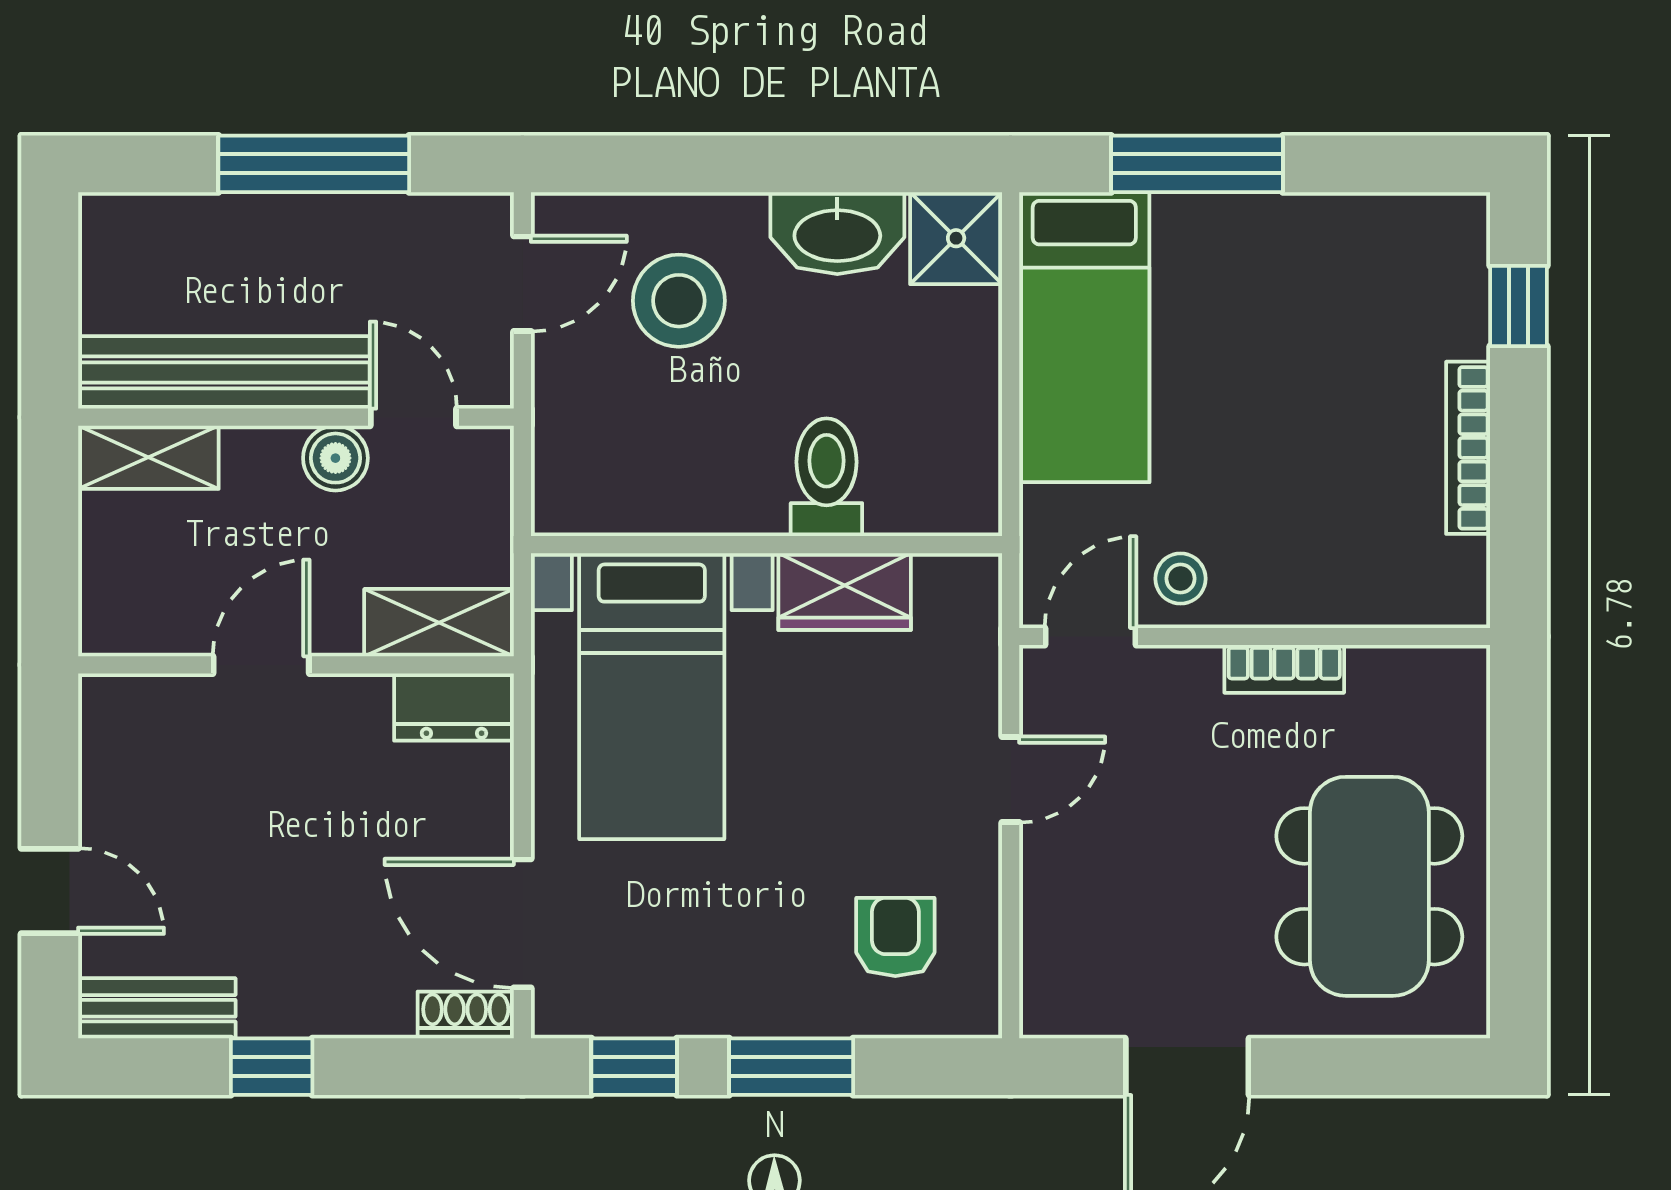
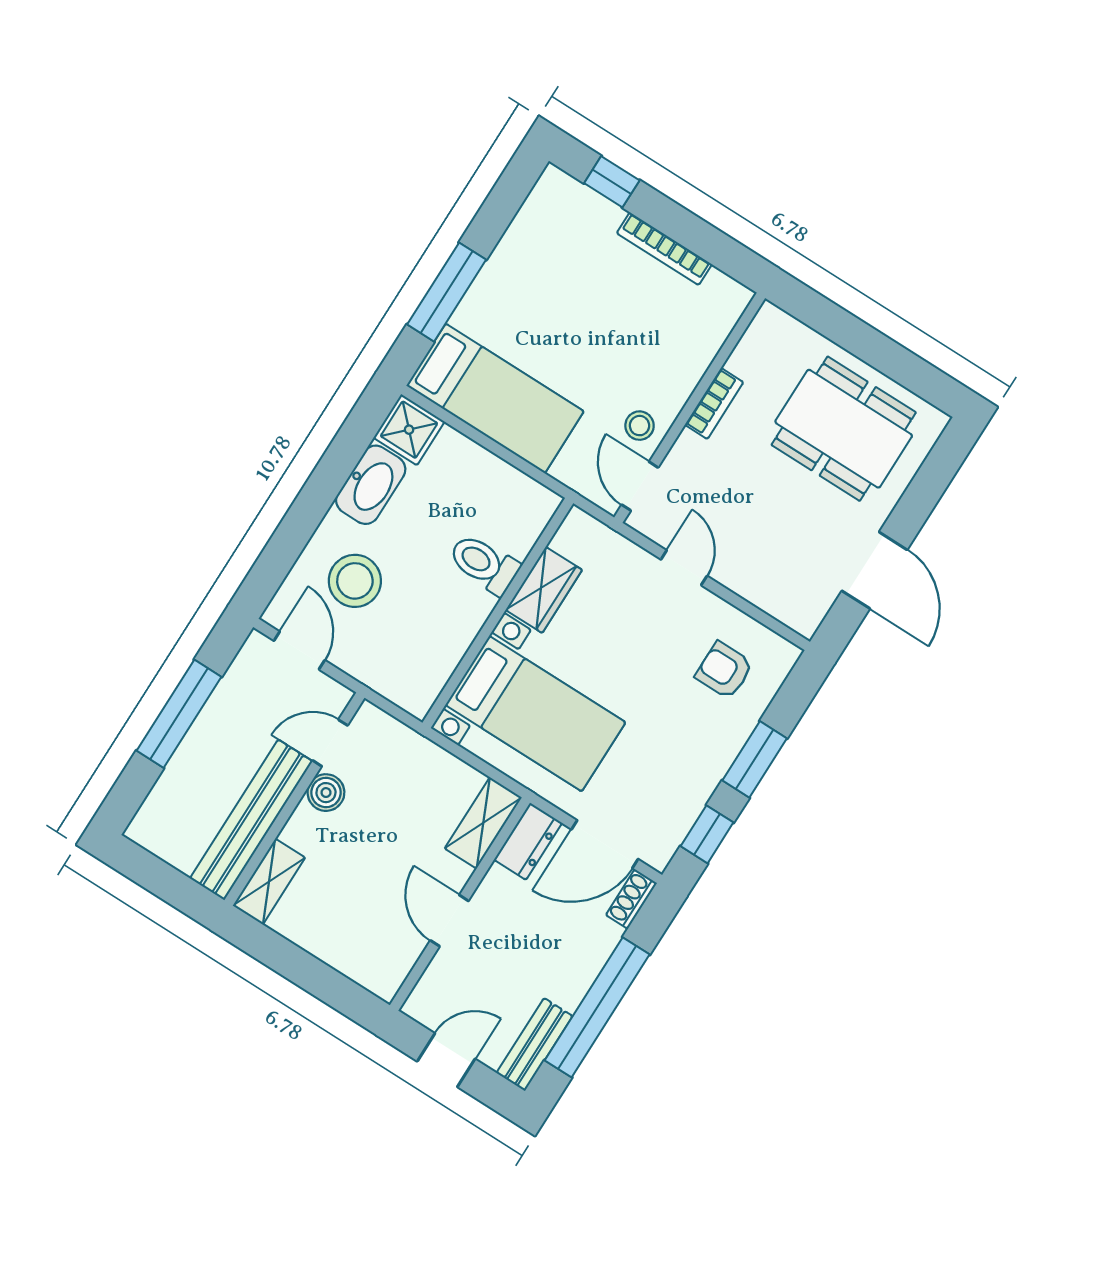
shelving: (439, 623) -> (483, 823), moved
door: (261, 665) -> (449, 921), moved
wall: (296, 665) -> (460, 904), moved
dresser: (454, 707) -> (528, 841), moved
window: (272, 1067) -> (597, 1007), width x3.17

